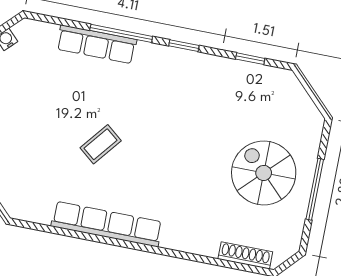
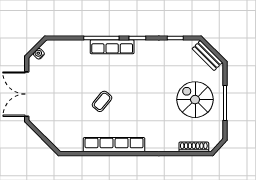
row of seats: (97, 44) -> (112, 47), moved
bench: (300, 100) -> (207, 56), added

